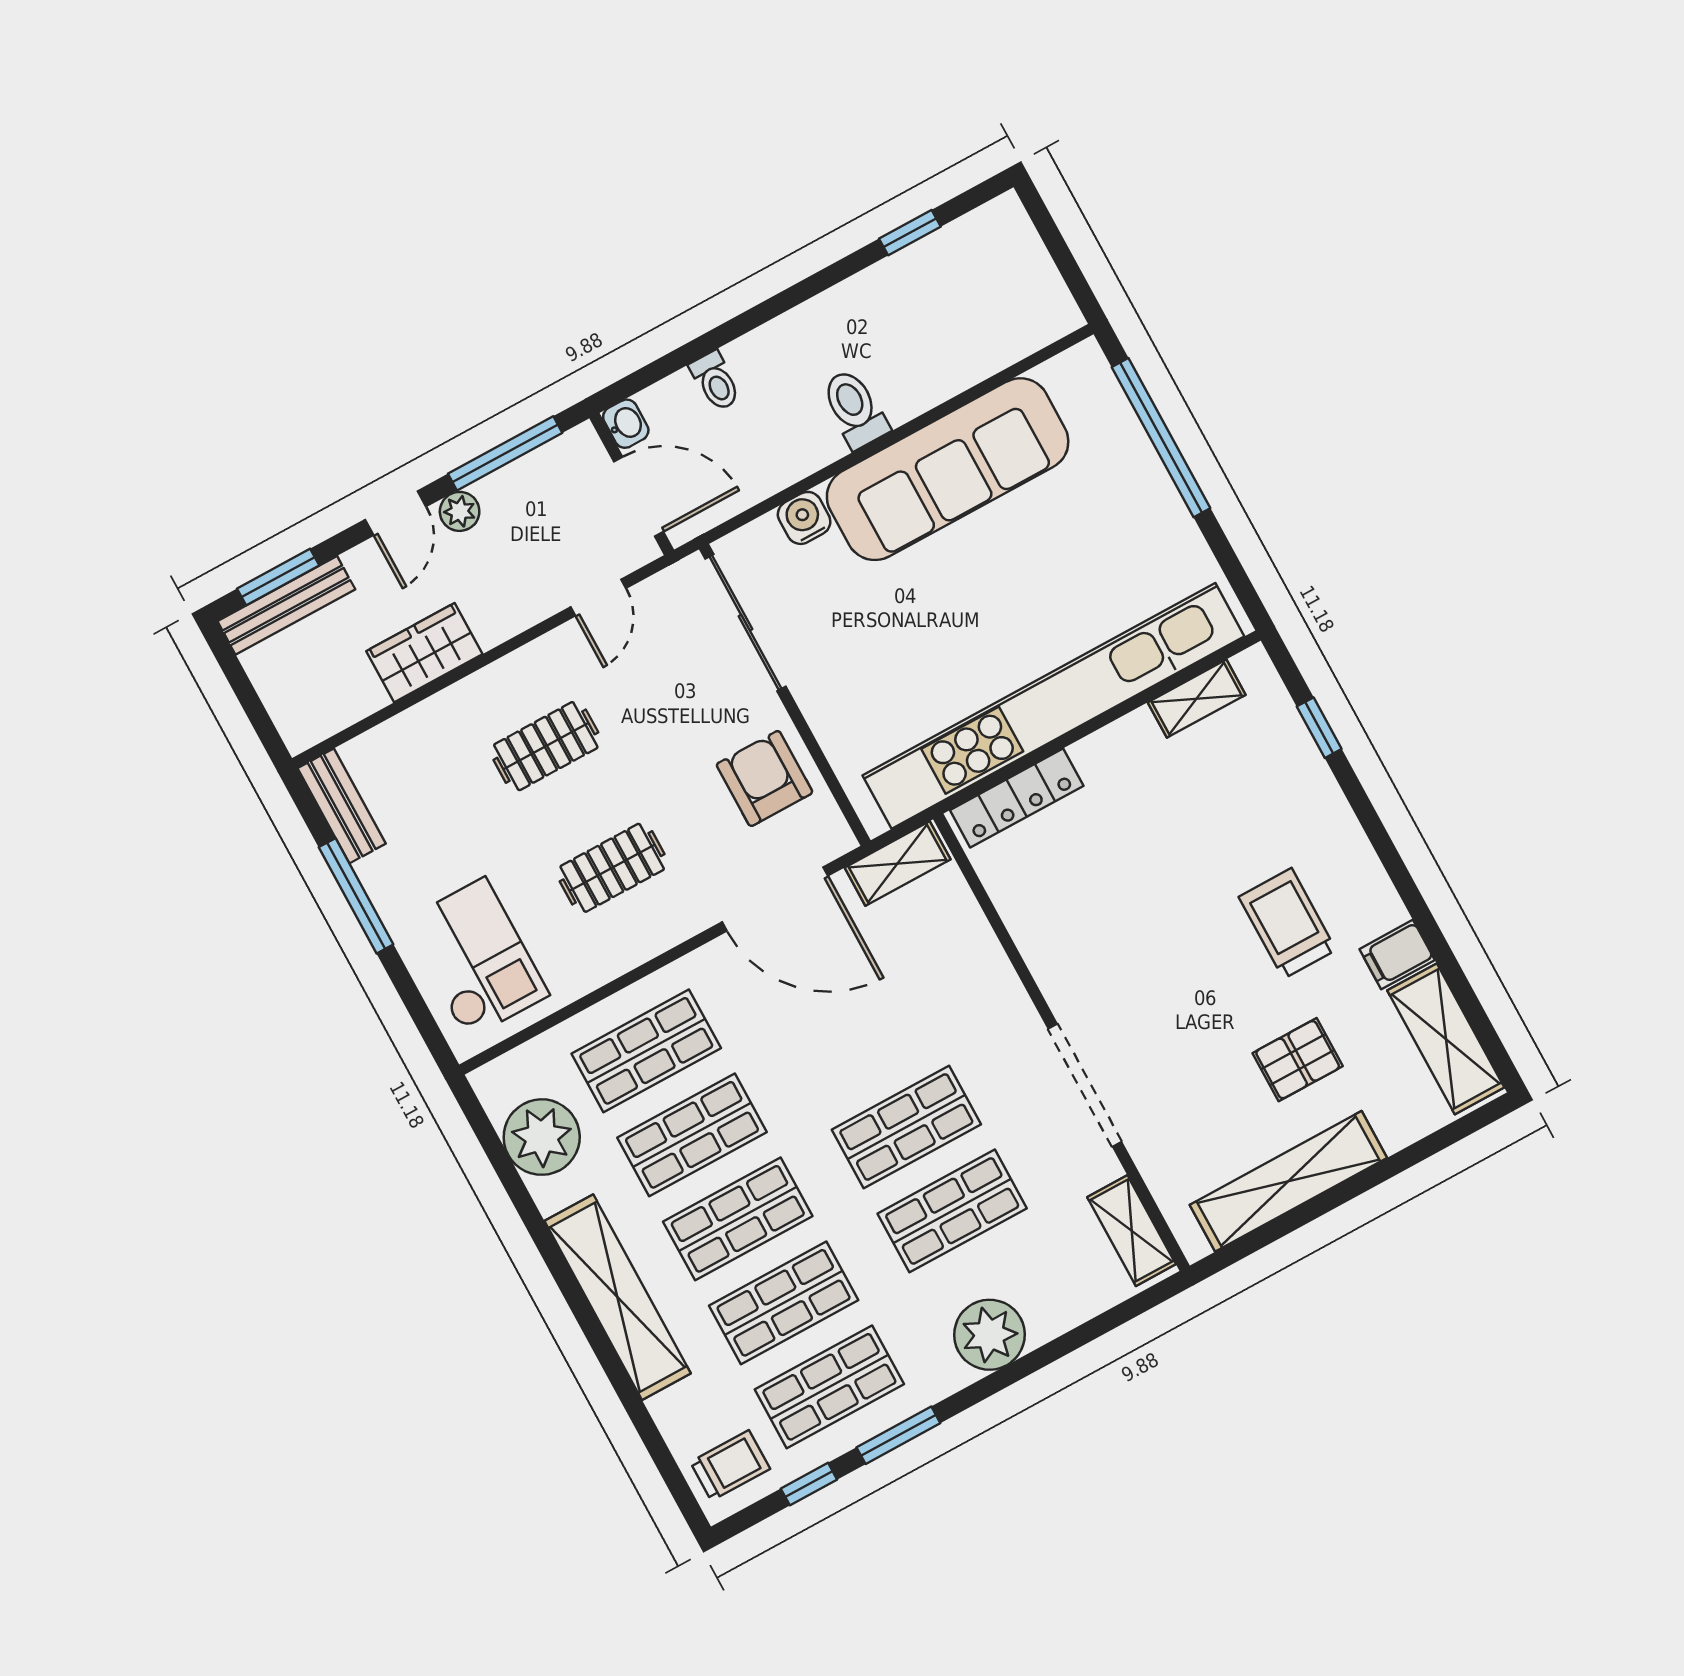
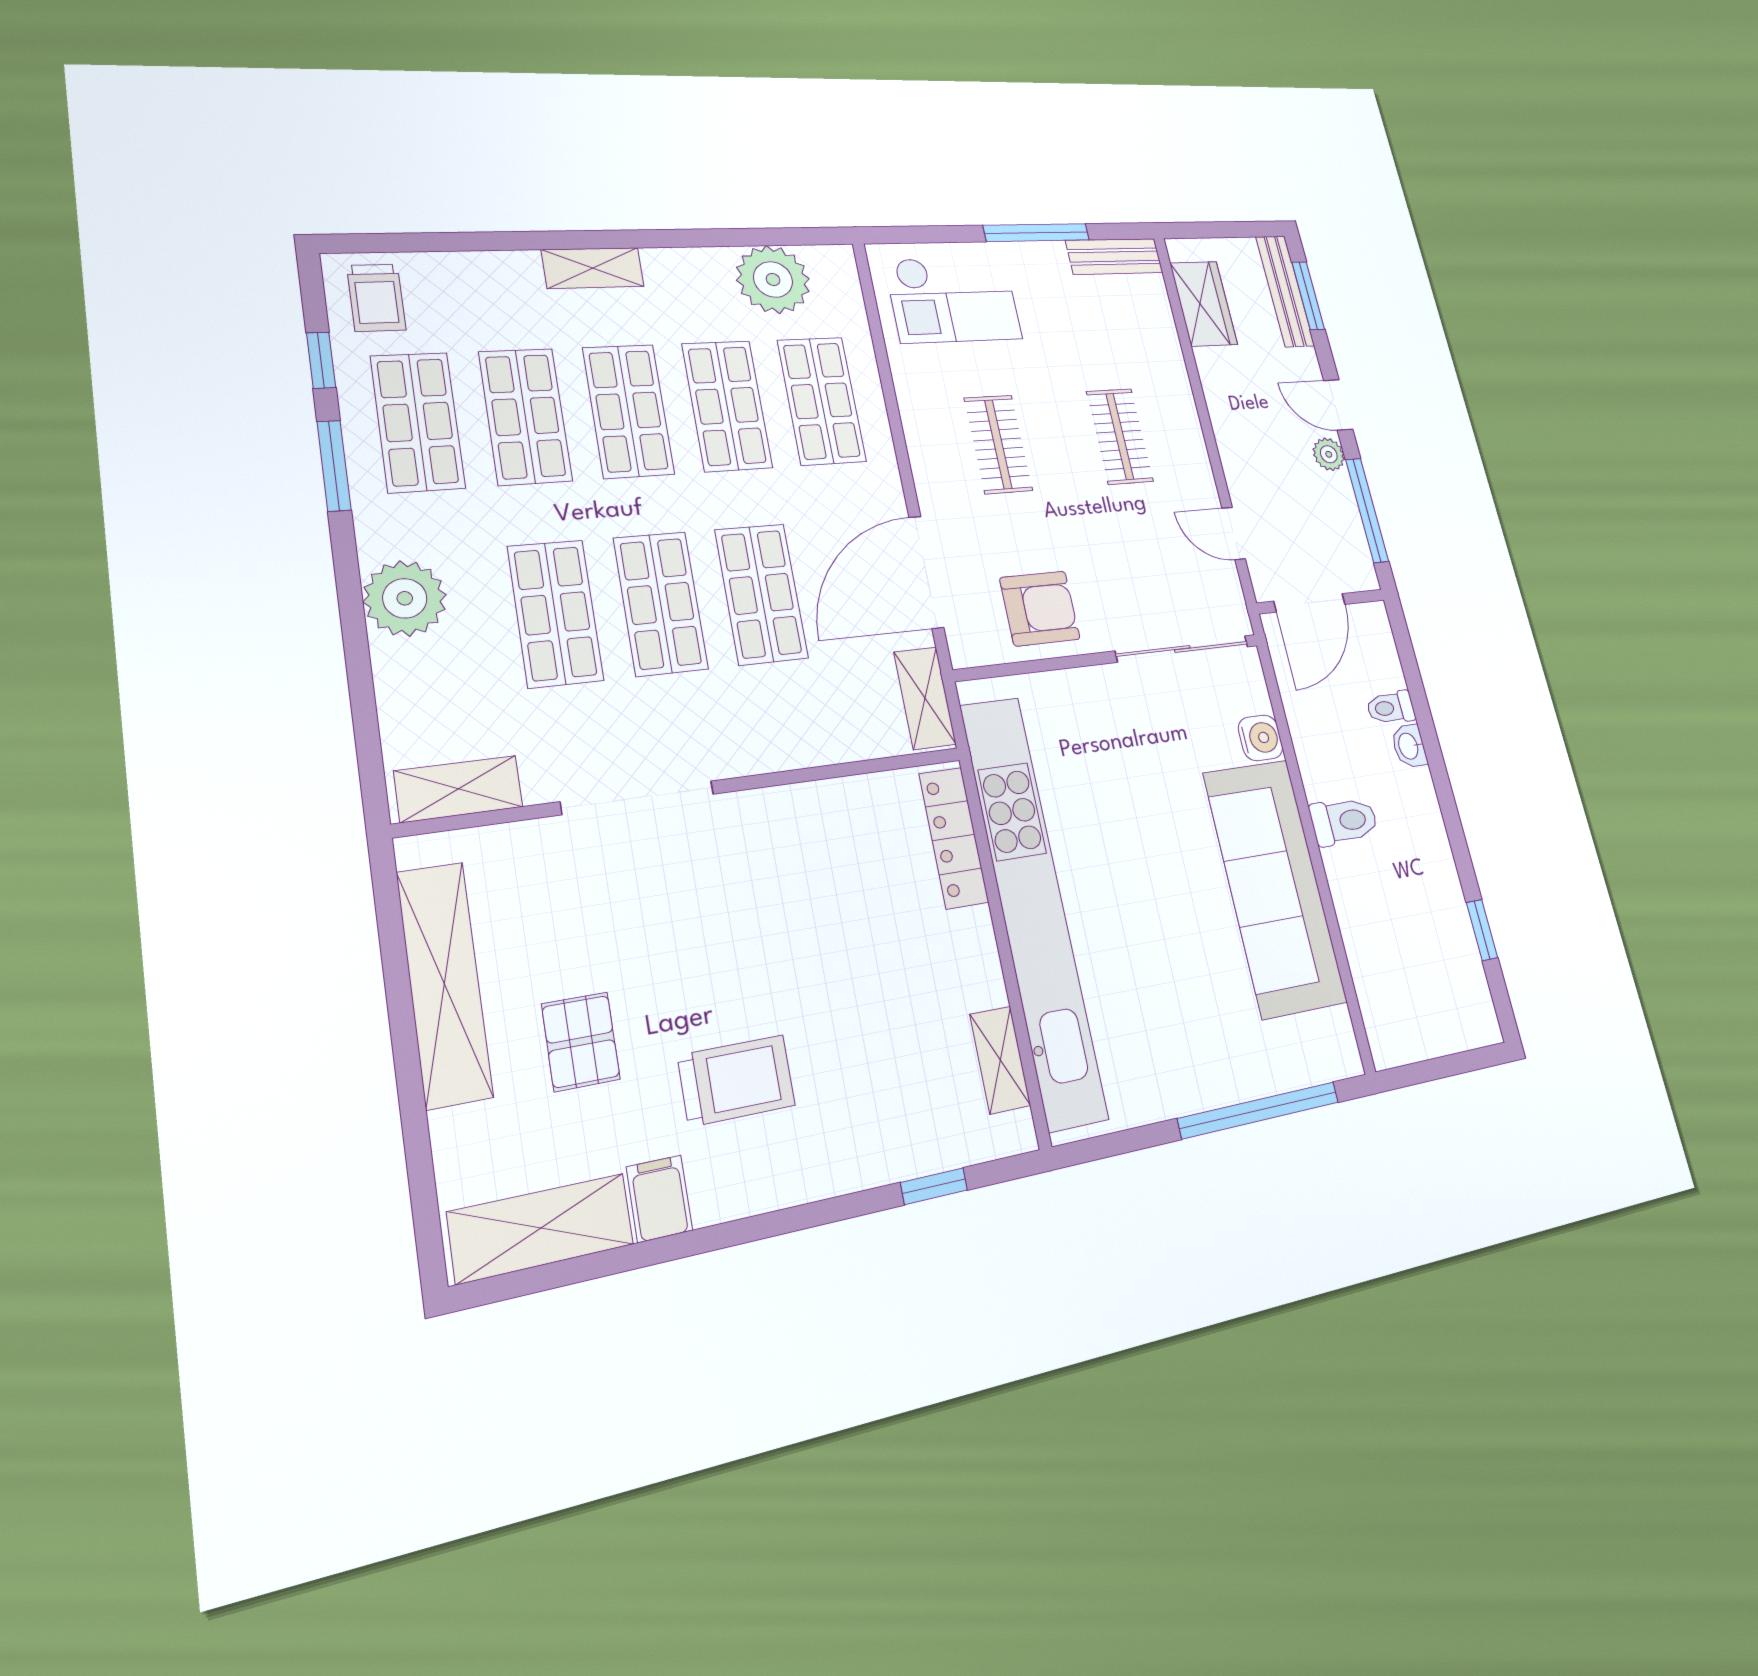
washbasin: (626, 424) -> (1409, 746), moved, turned 90
wardrobe: (424, 653) -> (1204, 304), moved
shop shelf: (861, 1043) -> (761, 594), added
shelving: (618, 1297) -> (593, 268), width x0.45, depth x0.75

